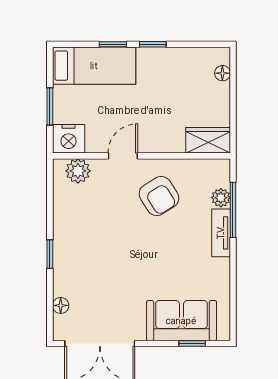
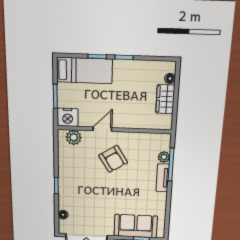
wardrobe: (208, 140) -> (165, 99), moved, turned -90
armchair: (159, 196) -> (113, 159), moved

